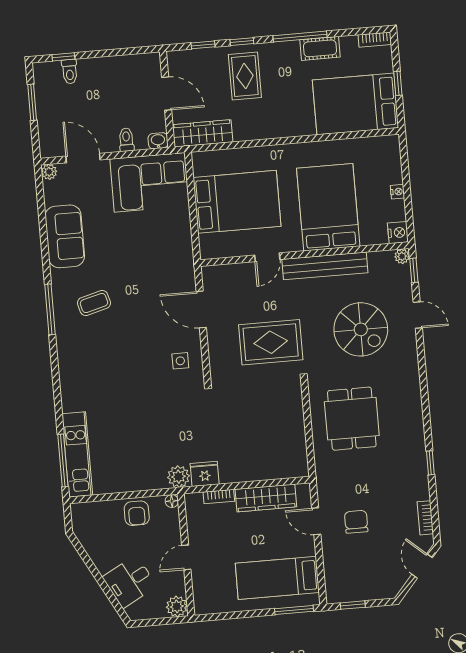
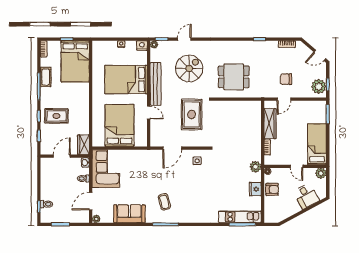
wardrobe: (203, 133) -> (83, 145), width x0.67
fridge: (205, 474) -> (255, 189), moved
door: (422, 566) -> (320, 55), moved
bed: (277, 578) -> (317, 144), moved, turned 180
plant: (347, 588) -> (319, 86), added

